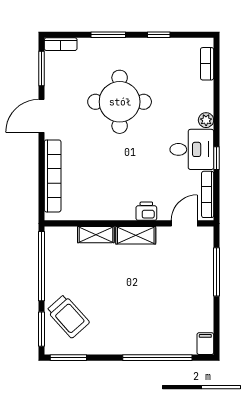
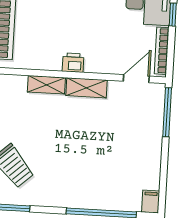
printer: (146, 211) -> (73, 63), moved
window: (217, 272) -> (167, 112), moved

